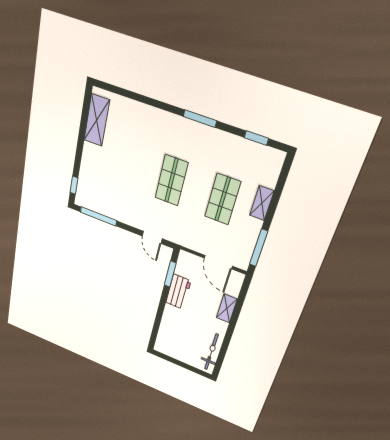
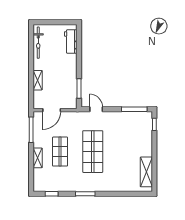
shop shelf: (171, 180) -> (93, 152), width x1.43, depth x1.36
door: (218, 262) -> (52, 110), swing flipped
workbench: (178, 292) -> (71, 42), moved

